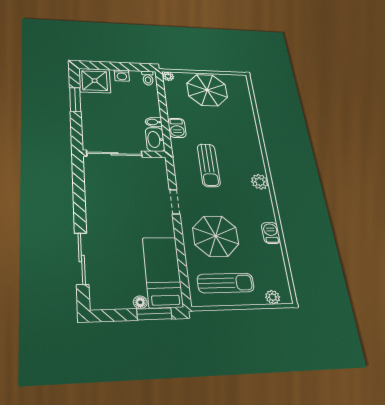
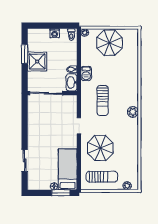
shower: (95, 81) -> (37, 61), moved
barbecue: (271, 233) -> (133, 147), removed
sliding door: (82, 258) -> (25, 161), width x0.73

